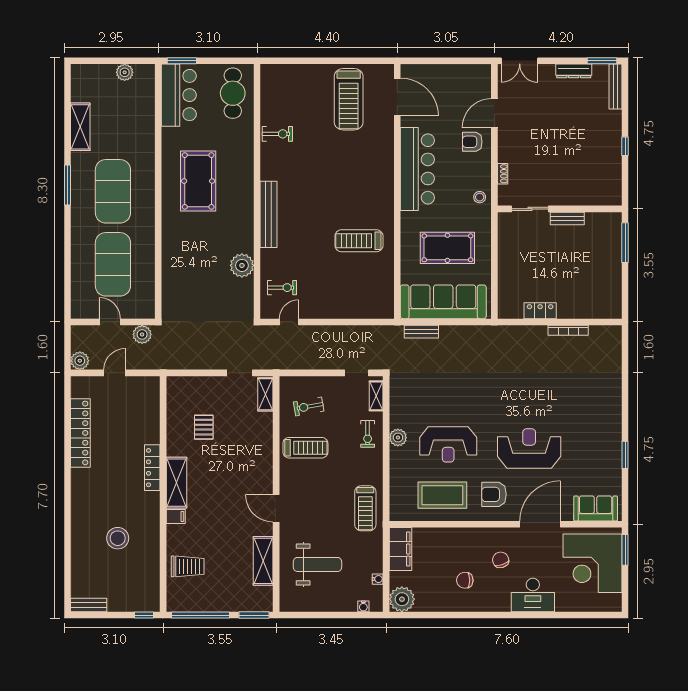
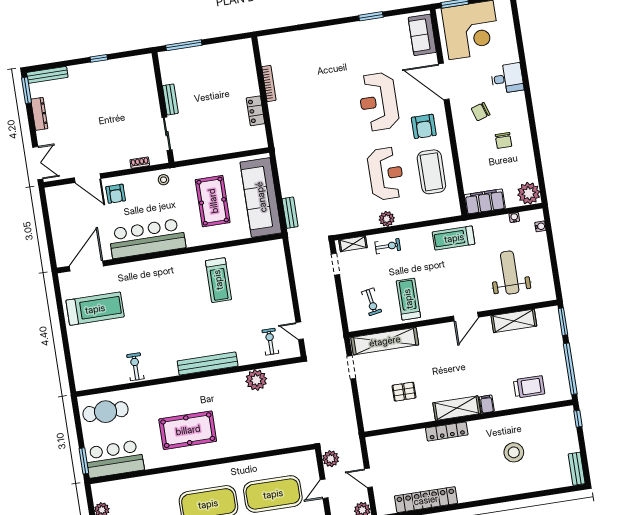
shelving: (265, 394) -> (385, 341), width x2.20, depth x1.33
treadmill: (365, 508) -> (454, 238), turned 180
trolley: (188, 566) -> (529, 387), turned 90
desk: (533, 595) -> (507, 78), width x0.73

